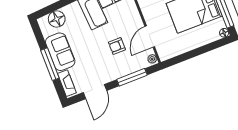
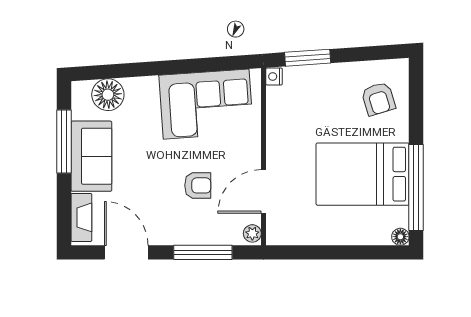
armchair: (117, 46) -> (198, 185), turned 180
window: (50, 64) -> (64, 142), moved
door: (95, 92) -> (126, 252), swing flipped

